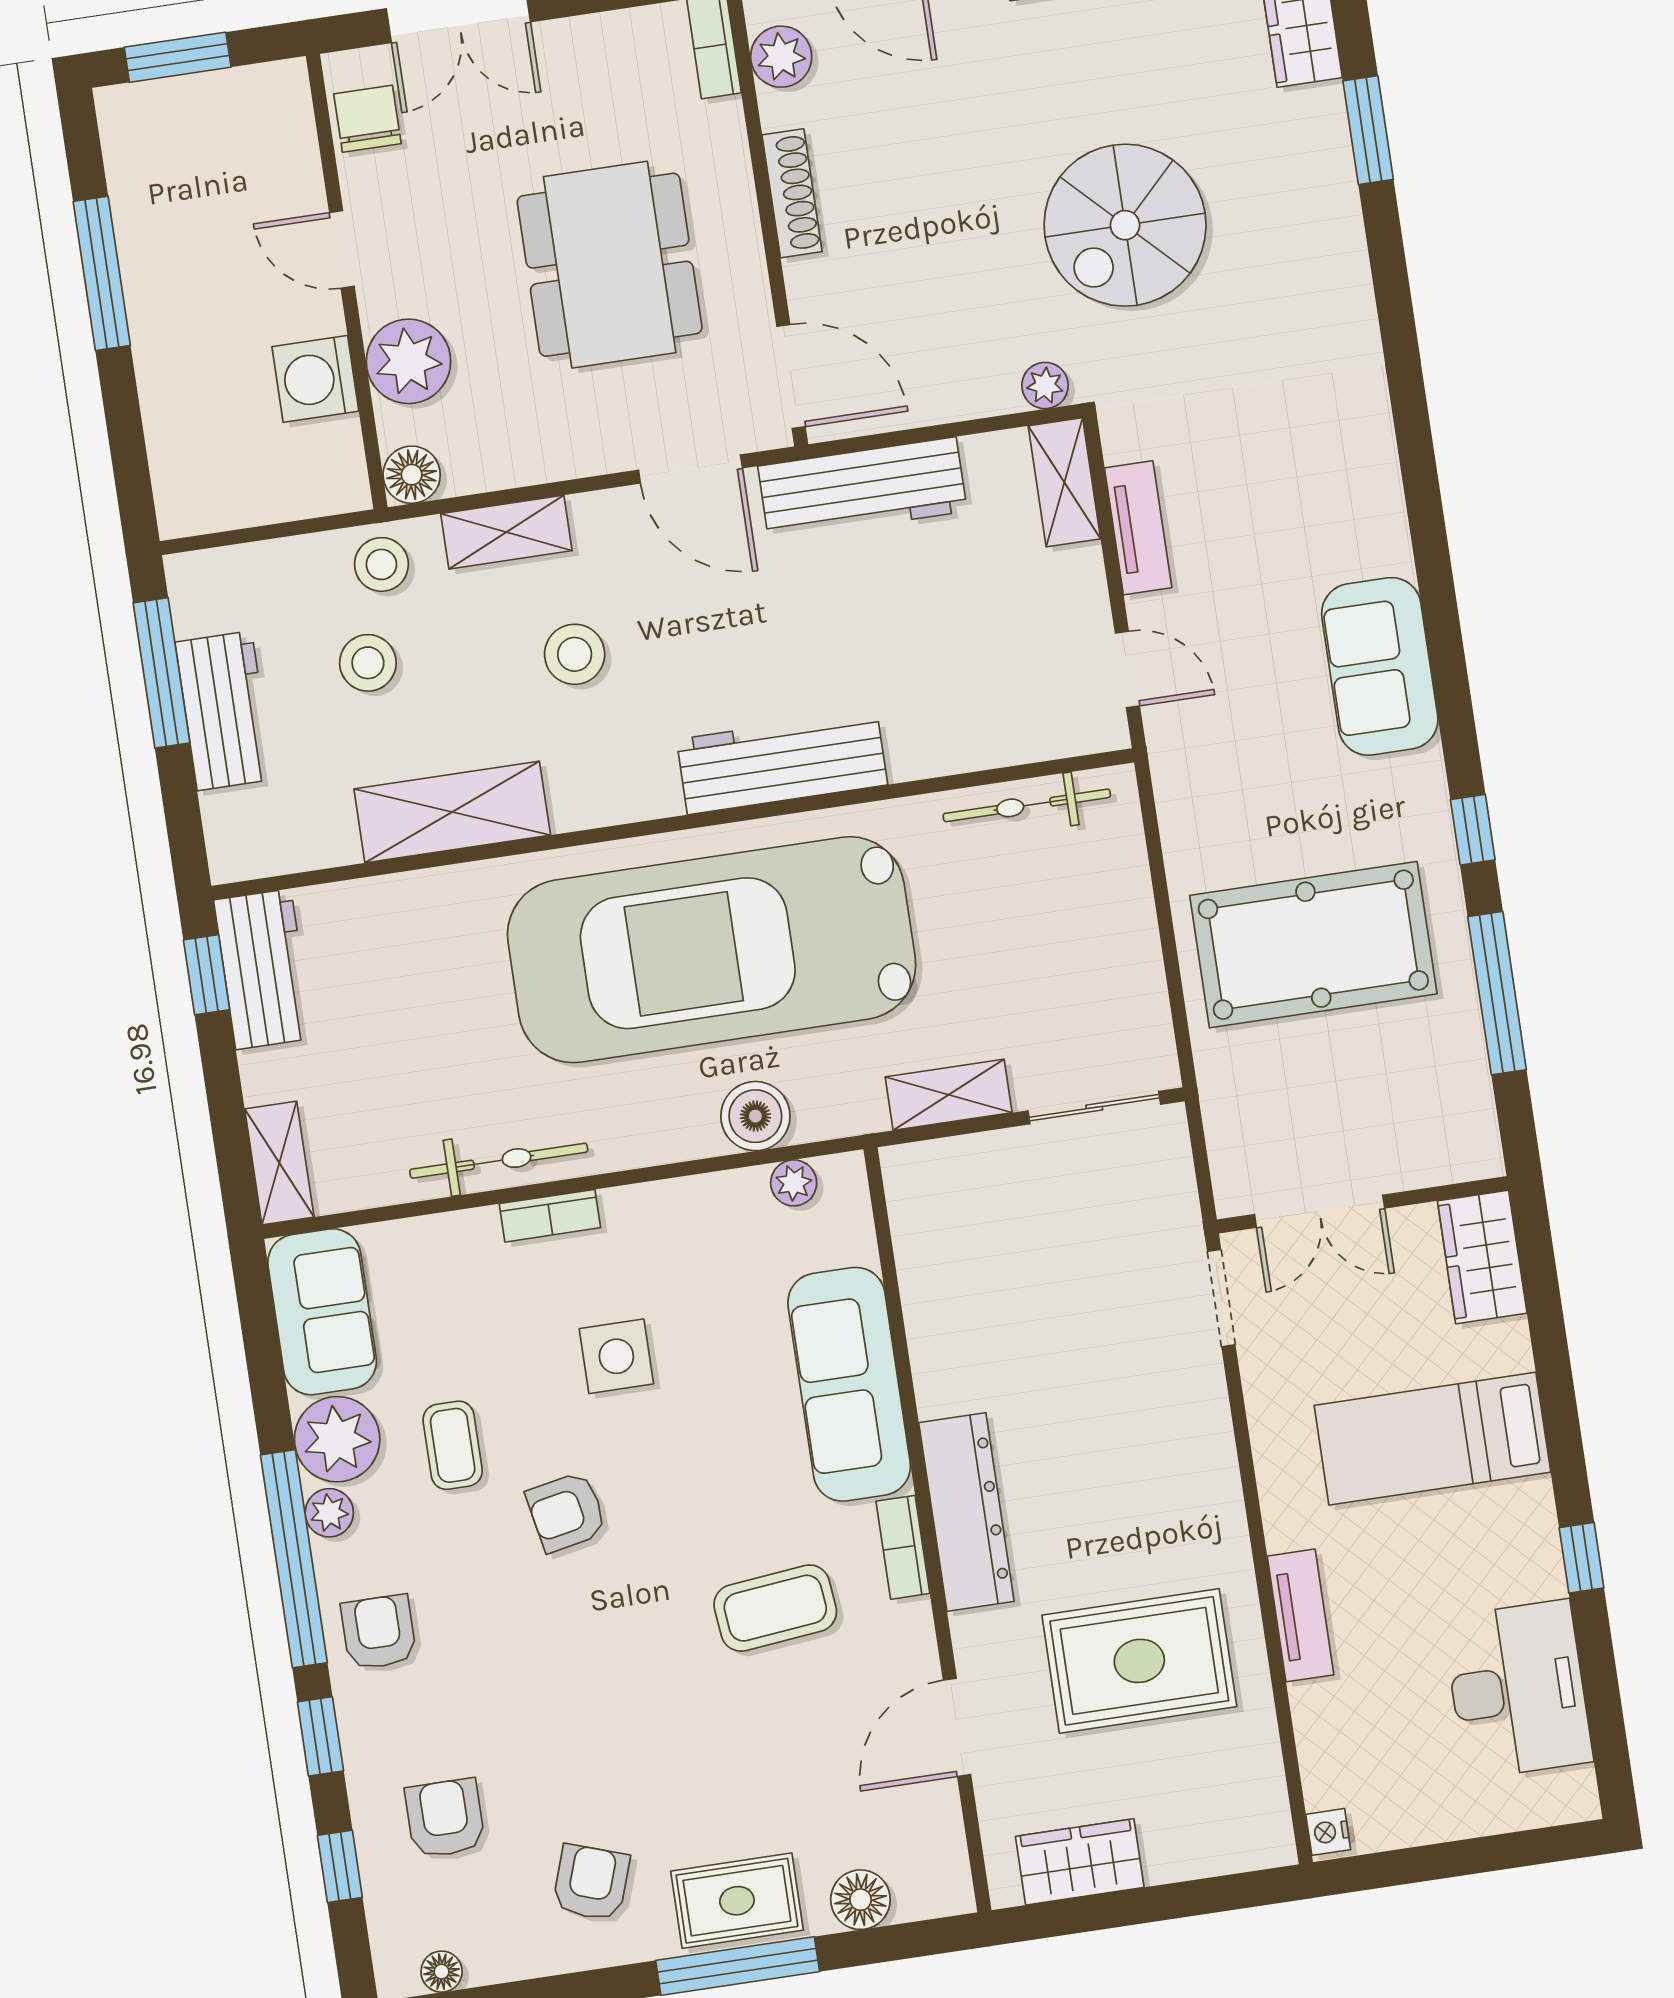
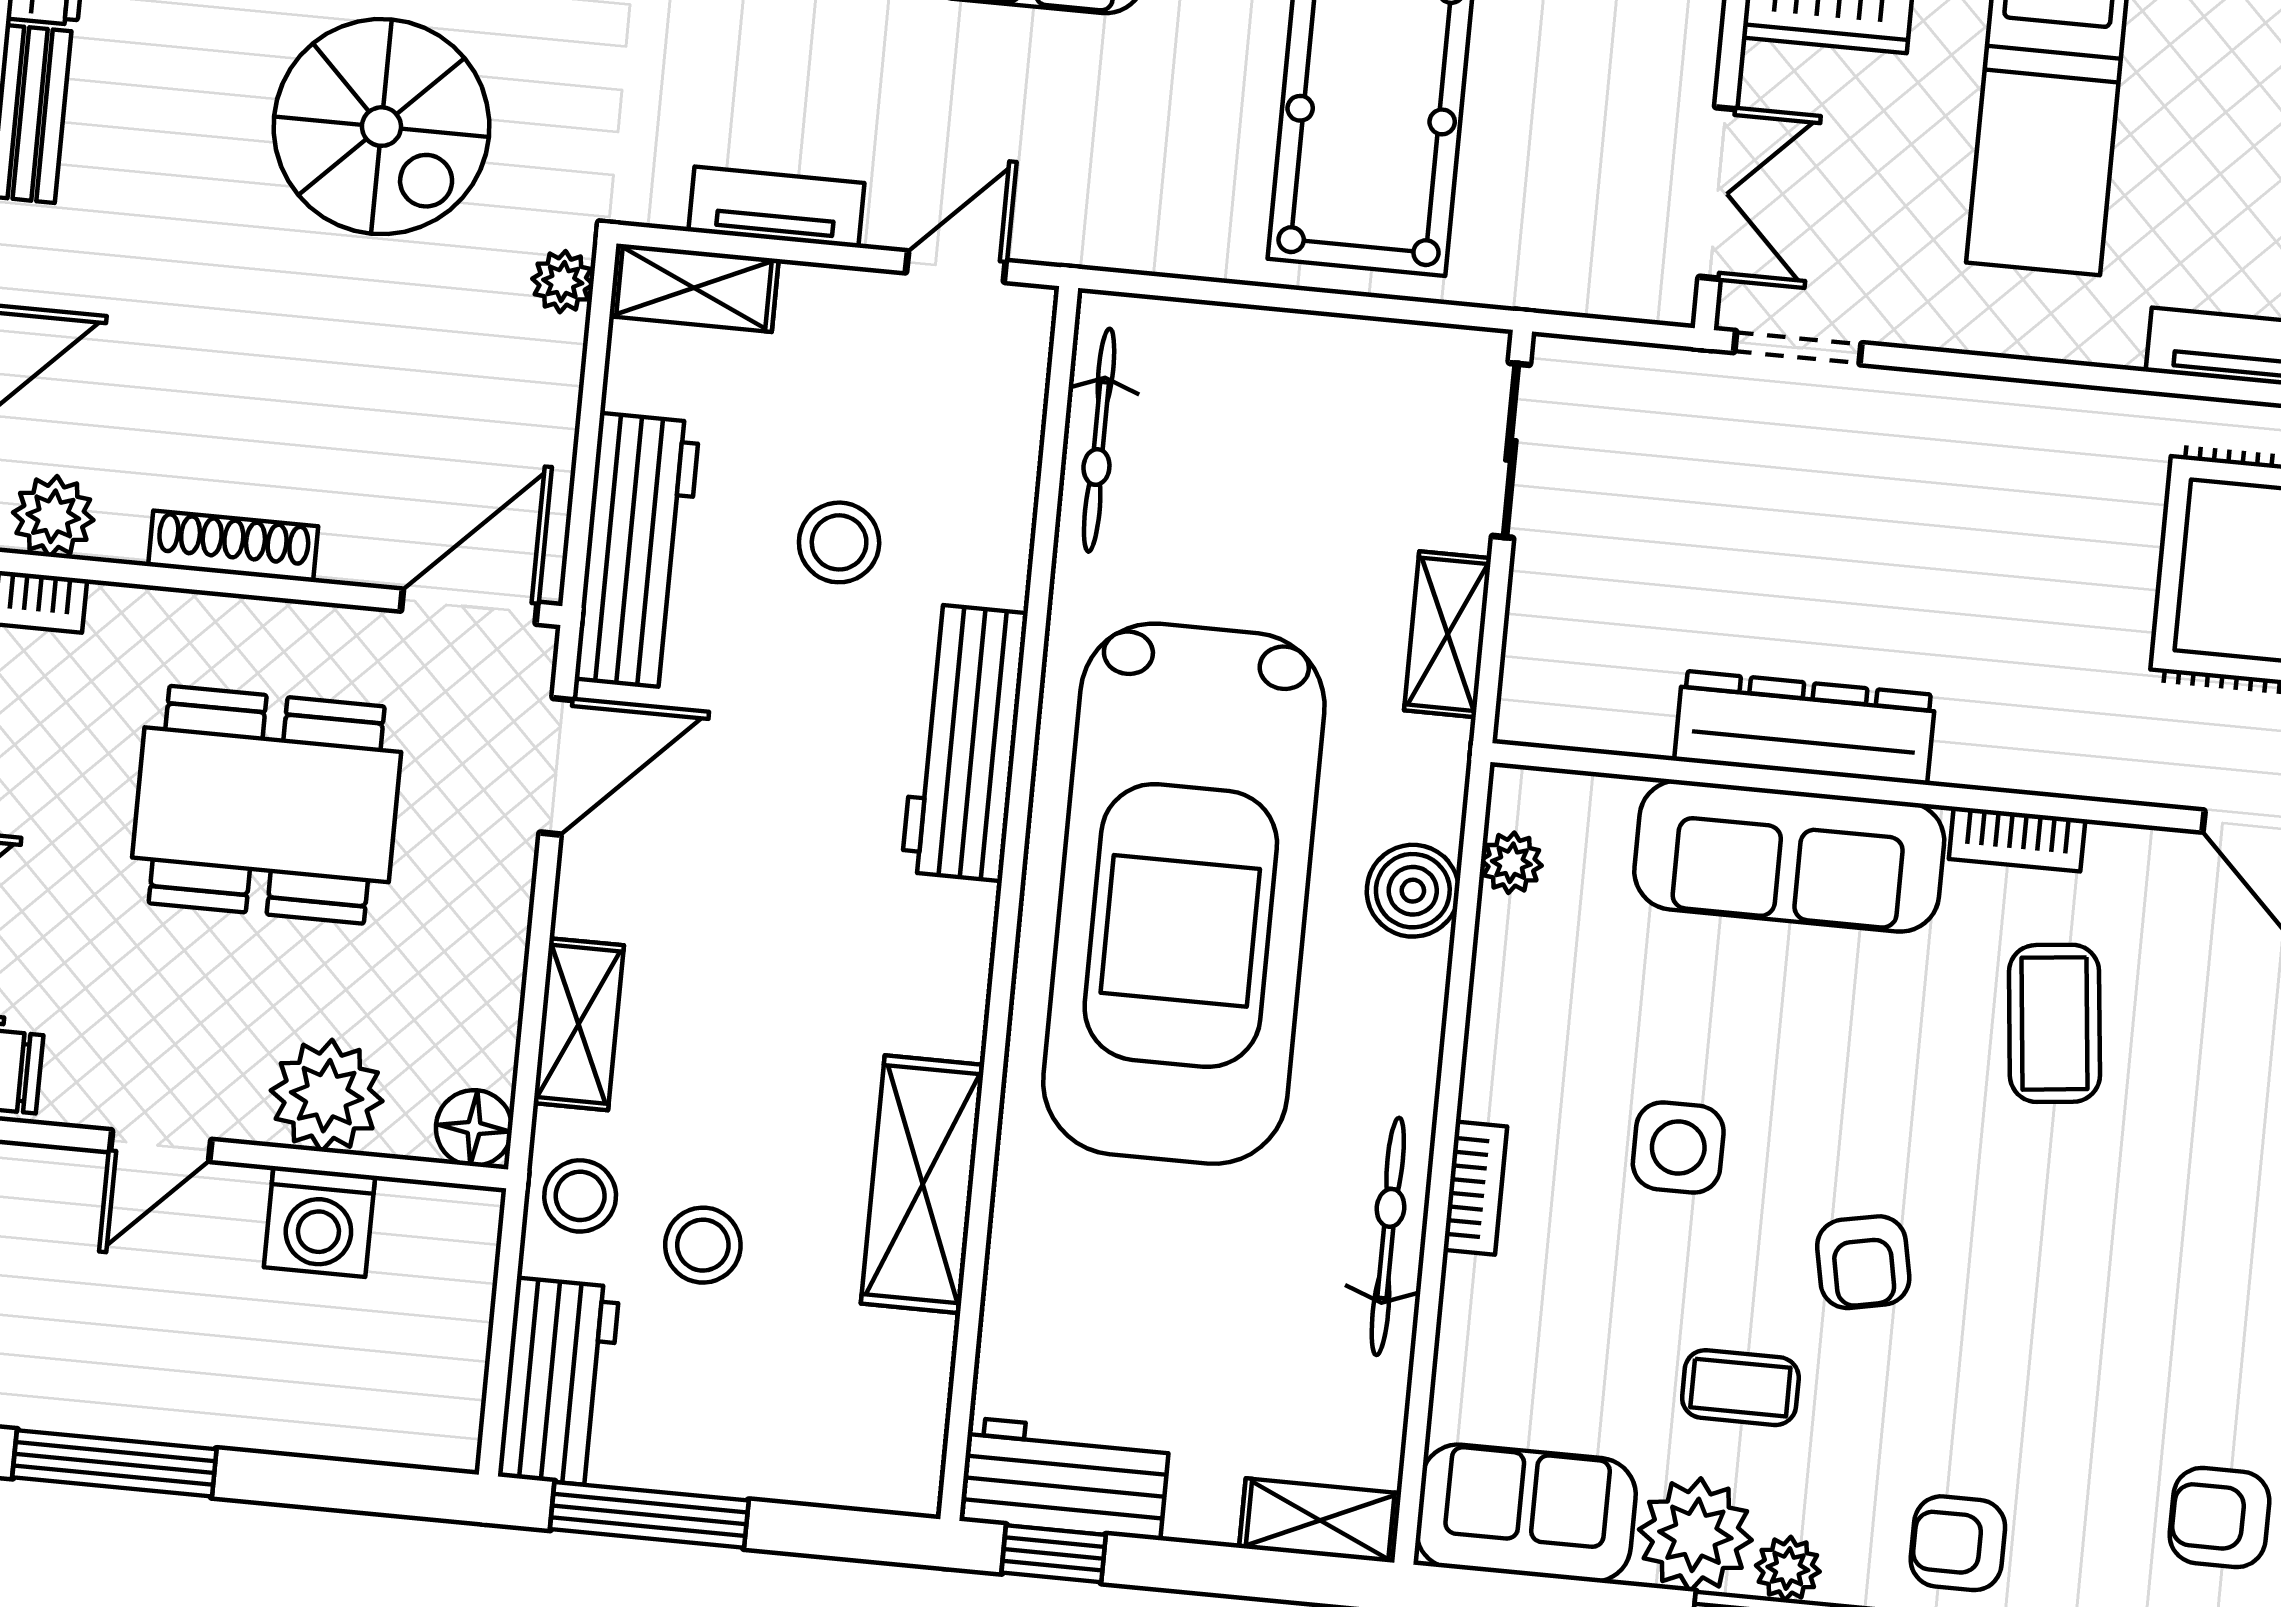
stool: (575, 654) -> (839, 542), moved
workbench: (224, 711) -> (559, 1382), moved, turned 90
dresser: (966, 1512) -> (1805, 728), moved

